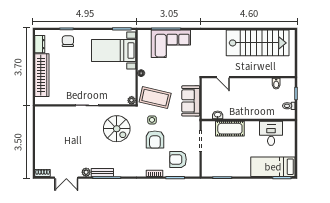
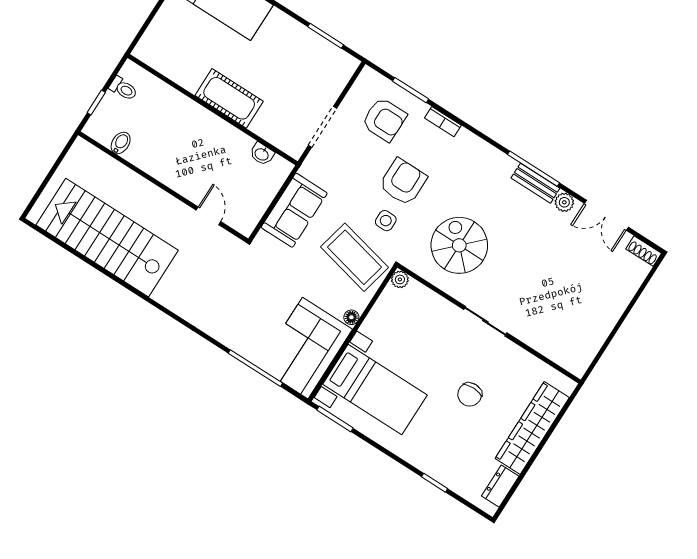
chair: (68, 41) -> (470, 394), moved
corner sofa: (171, 44) -> (305, 348), moved, turned -90
cot: (230, 129) -> (229, 98), moved
desk: (271, 133) -> (187, 60), removed
double door: (66, 178) -> (606, 215), swing flipped

